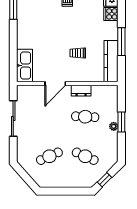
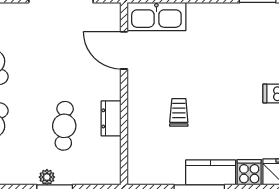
kitchen counter: (111, 61) -> (211, 172), moved, width x0.67
door: (55, 84) -> (124, 50), moved

